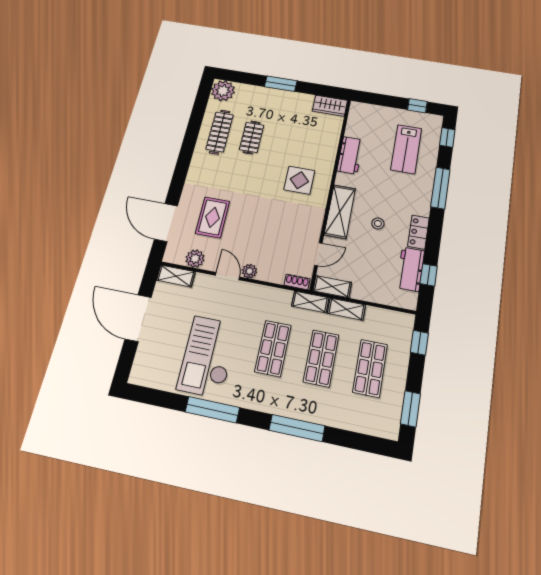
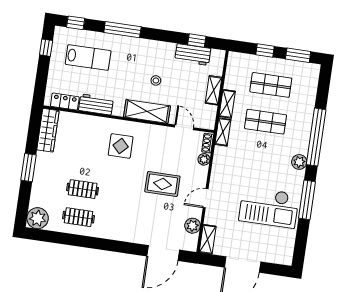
wardrobe: (330, 106) -> (48, 130), width x1.50
clothes rail: (220, 132) -> (78, 217), width x0.73
rug: (213, 217) -> (162, 184), moved
locker: (418, 232) -> (65, 102), moved, turned 180
plant: (249, 271) -> (204, 159), moved
shelving: (332, 287) -> (214, 90), moved
window: (419, 343) -> (265, 50), moved
shop shelf: (273, 348) -> (260, 158), removed
plant: (265, 402) -> (299, 162), added
window: (297, 428) -> (316, 137), width x1.46

